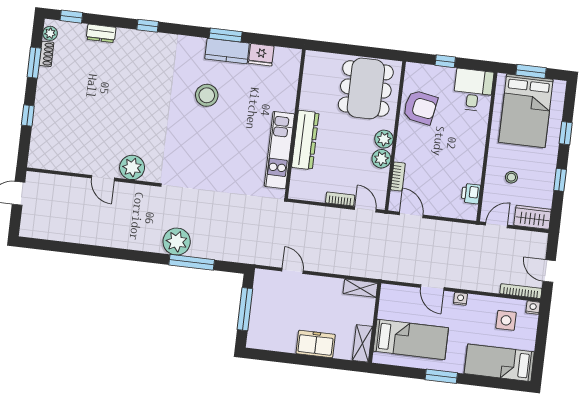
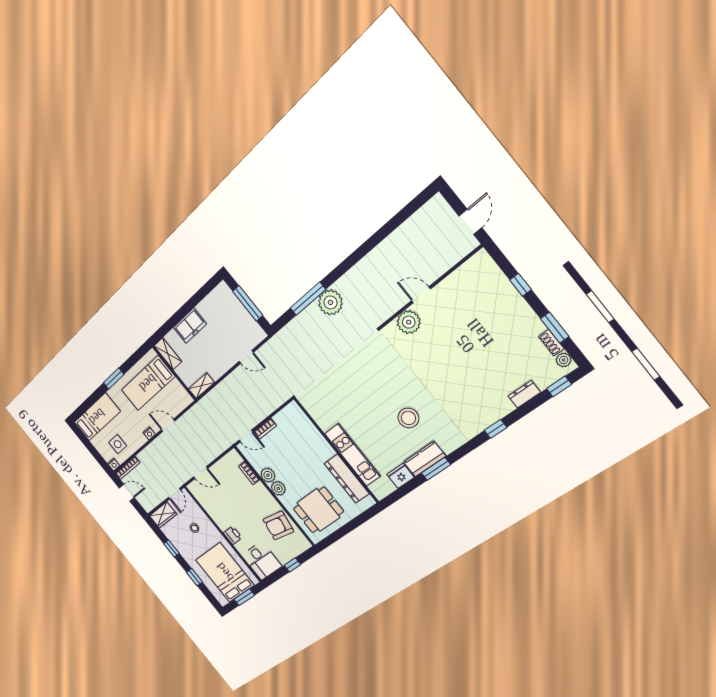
dining table: (366, 88) -> (318, 510), width x0.73
dresser: (305, 140) -> (347, 479), moved
kitchen unit: (279, 150) -> (353, 455), moved
printer: (471, 194) -> (233, 535), moved
door: (411, 215) -> (201, 473), moved

